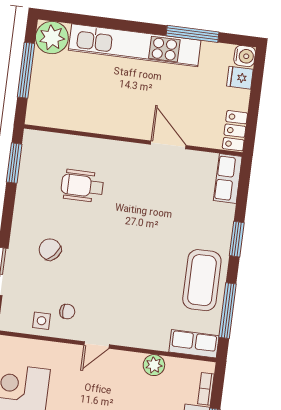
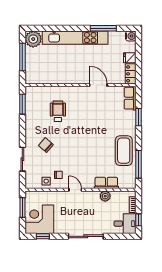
fridge: (240, 78) -> (130, 58), moved
wheelchair: (82, 186) -> (58, 111), turned 90
window: (237, 239) -> (138, 117), moved
row of seats: (194, 344) -> (106, 183), moved
door: (97, 345) -> (75, 190), swing flipped

